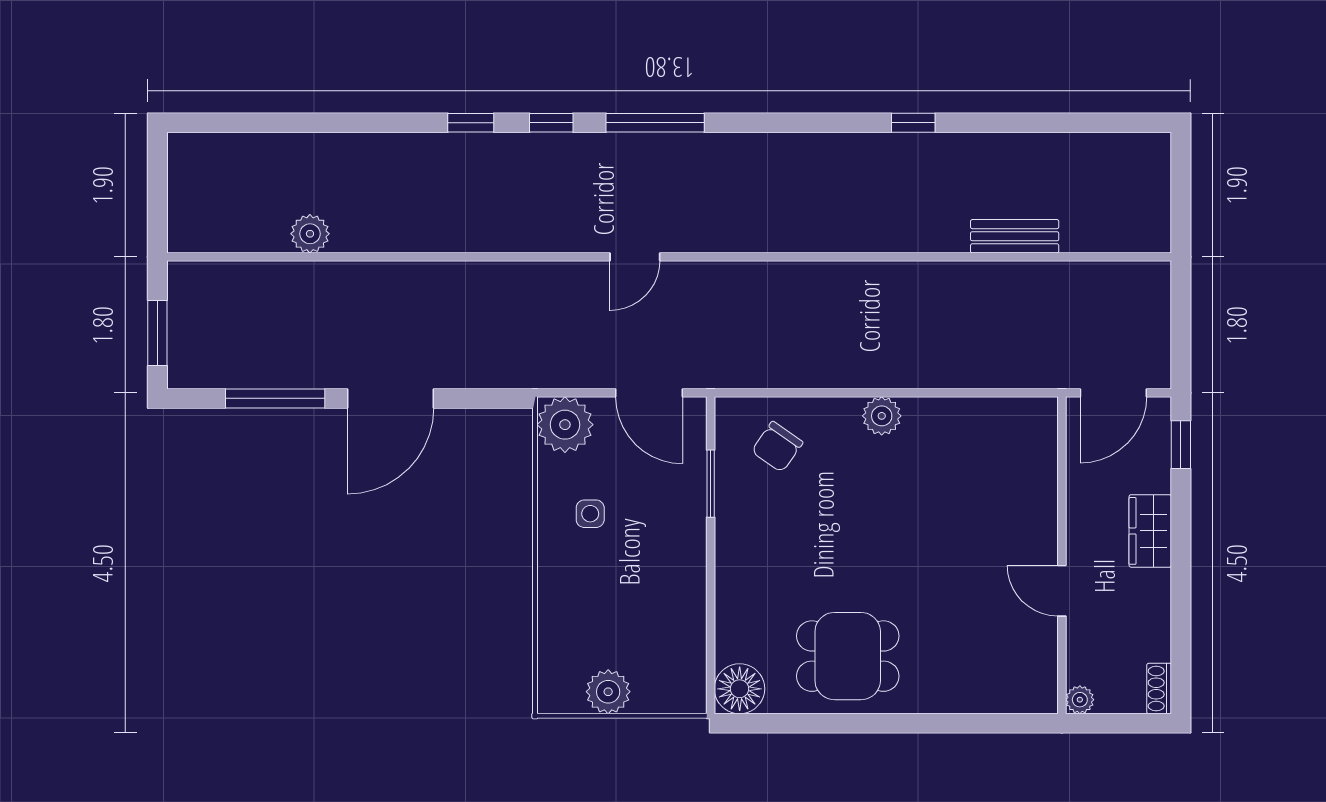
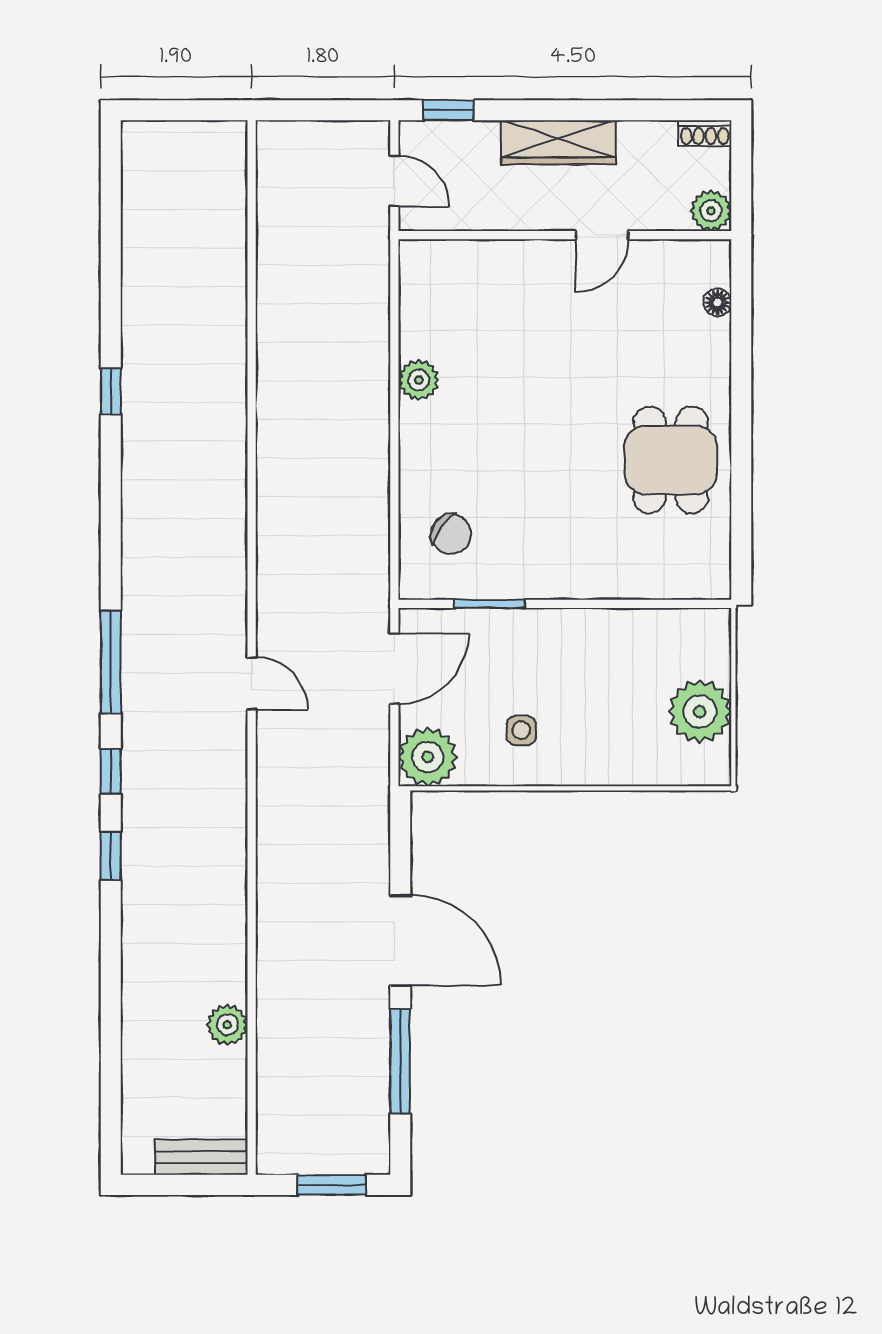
bench: (1015, 236) -> (201, 1157), moved, turned 90
door: (1113, 393) -> (394, 181), width x0.73
plant: (882, 416) -> (419, 380), moved
wardrobe: (1150, 531) -> (558, 142), width x1.50
floor lamp: (740, 689) -> (717, 302), moved, width x0.53, depth x0.53
plant: (608, 692) -> (700, 712), width x1.36, depth x1.36
plant: (1080, 700) -> (711, 211), width x1.38, depth x1.38

